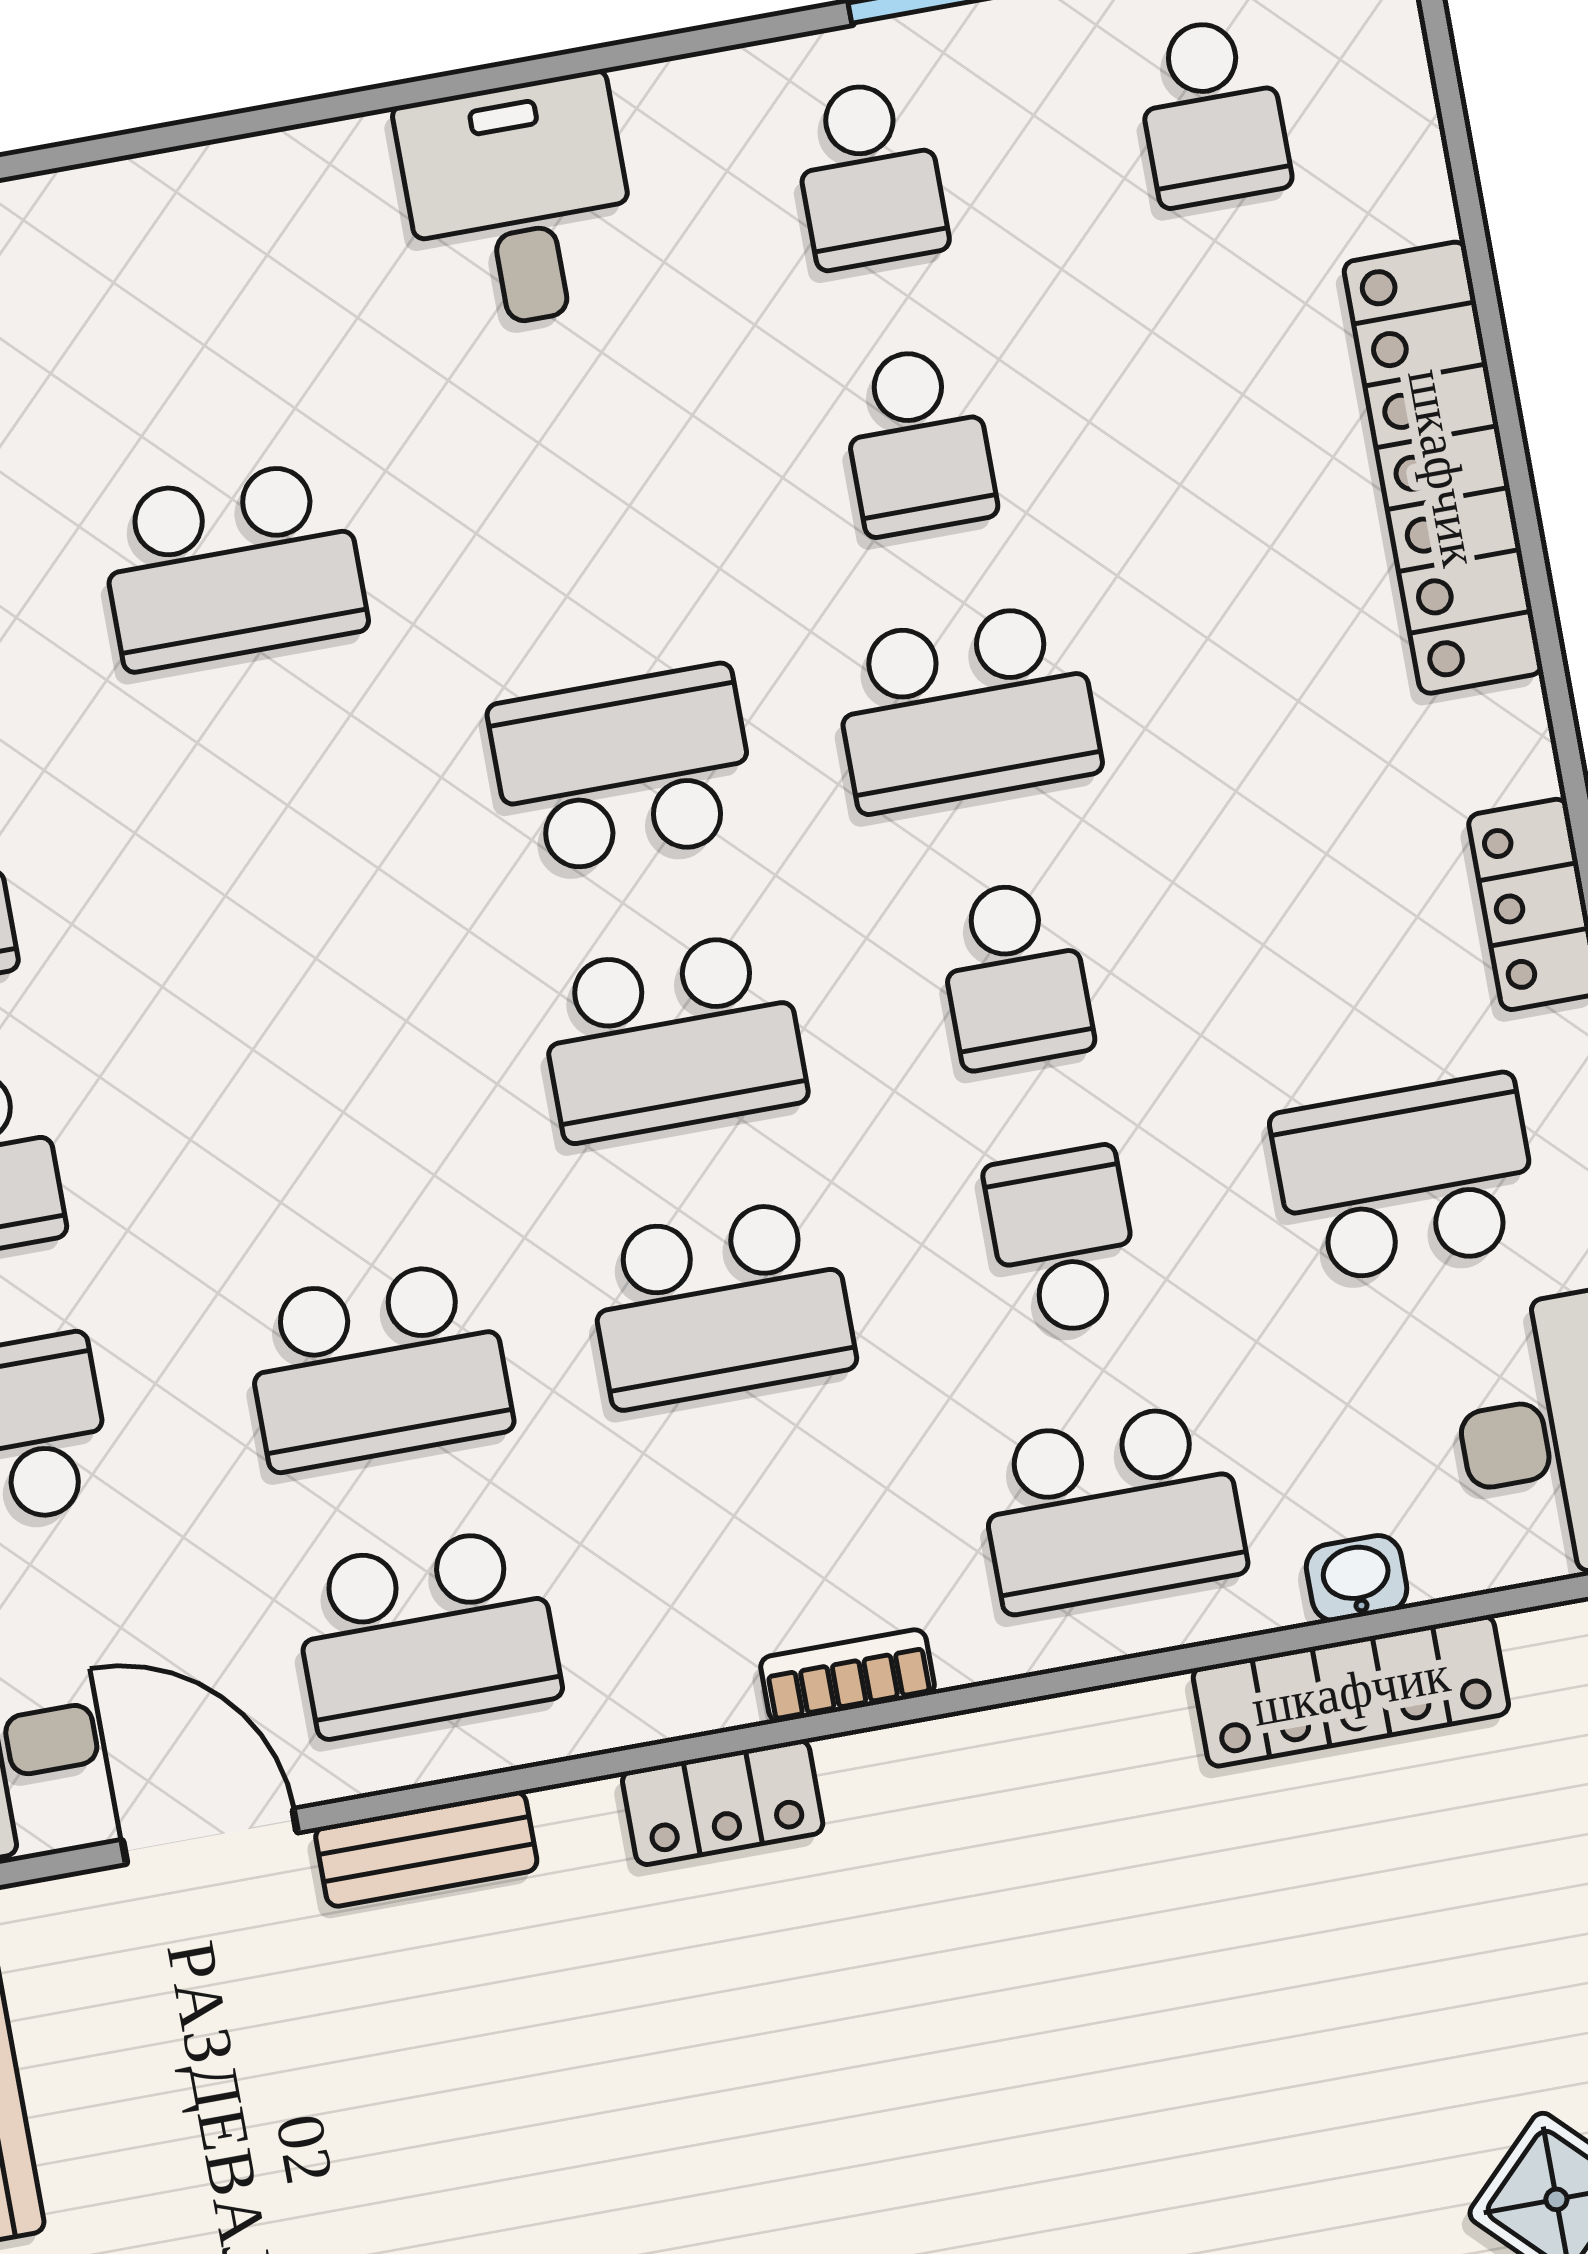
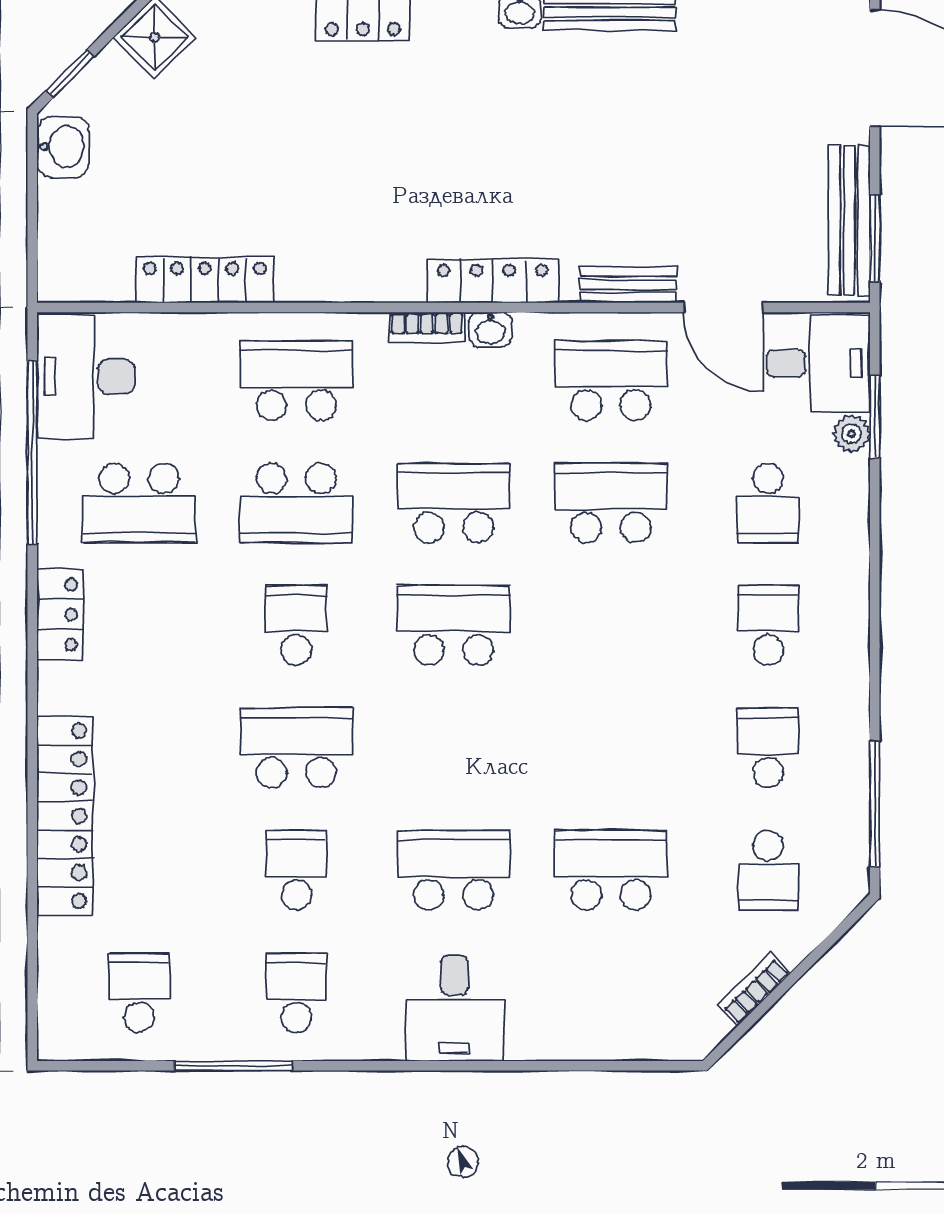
school desk: (623, 770) -> (454, 870), moved, turned 180
school desk: (1063, 1241) -> (296, 503), width x1.85
washbasin: (1357, 1578) -> (490, 330), moved
locker: (723, 1802) -> (493, 281), width x1.53

